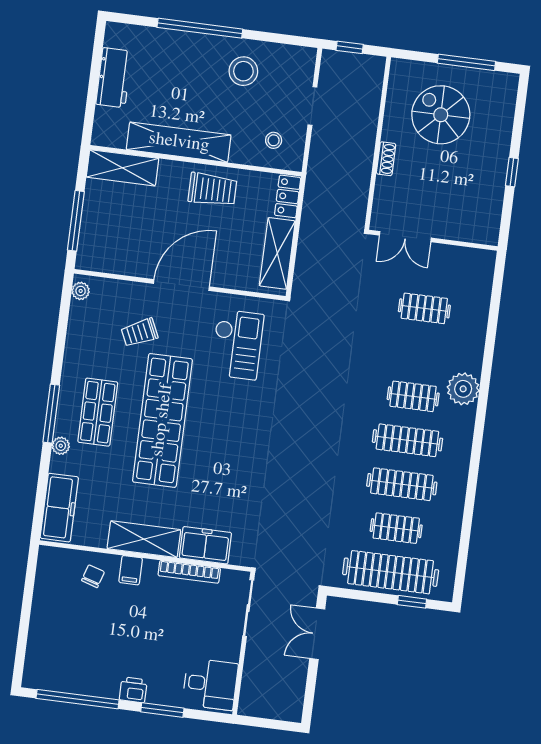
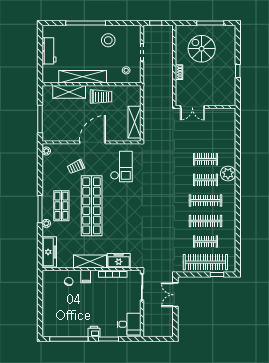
shelving: (123, 168) -> (69, 92), moved
locker: (288, 196) -> (136, 95), removed
clothes rail: (424, 308) -> (205, 159), moved

